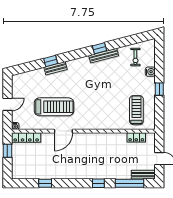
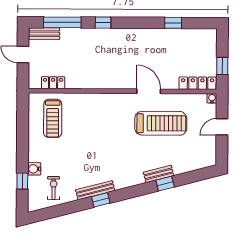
window: (159, 89) -> (22, 181), moved
treadmill: (54, 107) -> (161, 123), turned 180
door: (63, 131) -> (149, 91), hinge flipped

